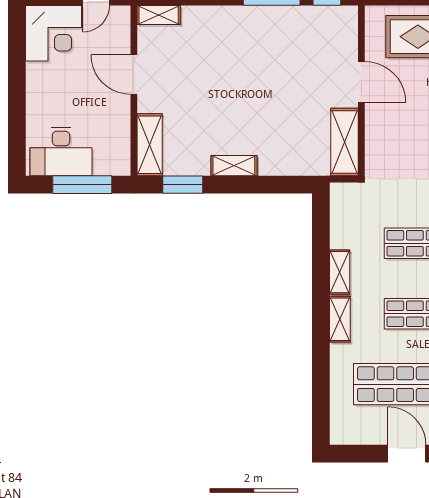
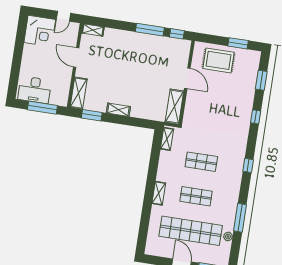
shelving: (340, 272) -> (167, 139), moved

